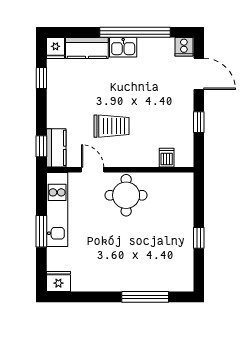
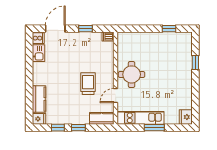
window: (135, 32) -> (29, 69), removed
kitchen sink: (123, 47) -> (39, 53), moved
window: (41, 146) -> (78, 128), moved
dishwasher: (167, 158) -> (108, 37), moved
window: (199, 238) -> (169, 29), moved
window: (145, 297) -> (195, 63), width x0.46

